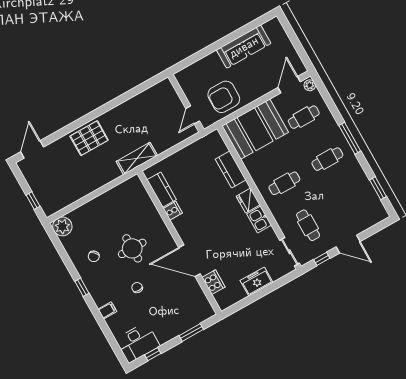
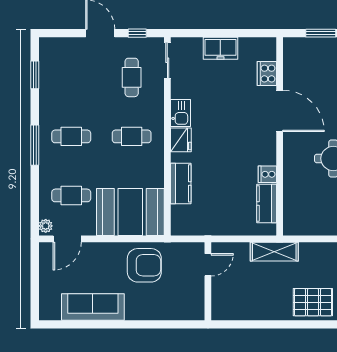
wall: (186, 103) -> (208, 281), moved
door: (193, 115) -> (208, 265), moved

